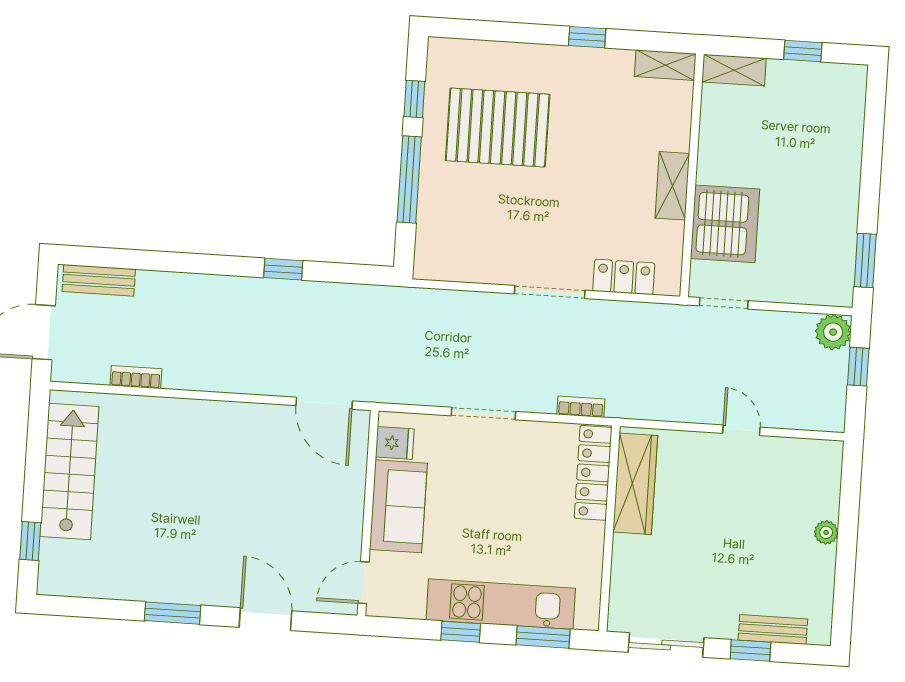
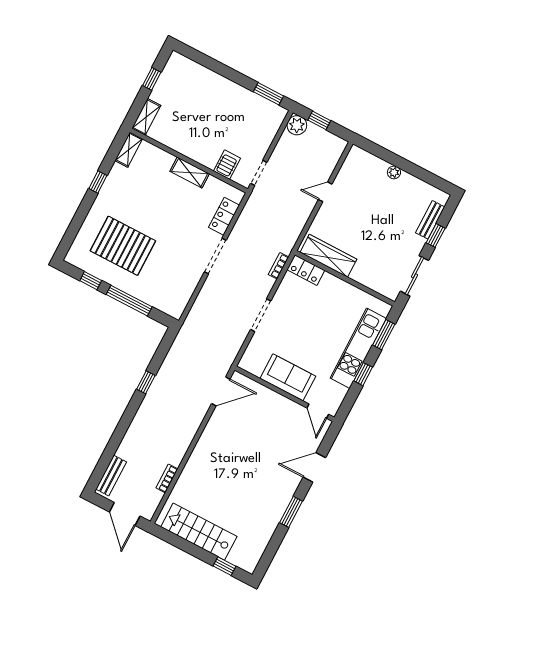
pallet: (498, 127) -> (123, 246), turned 90
server rack: (725, 224) -> (227, 165), width x0.46, depth x0.70
fridge: (395, 443) -> (256, 365), removed
locker: (593, 473) -> (306, 270), width x0.66

